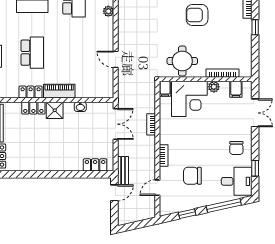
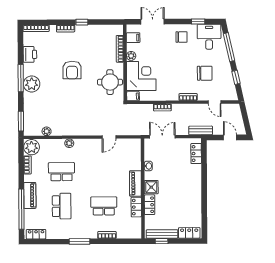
chair: (192, 176) -> (205, 73), turned -90
door: (114, 193) -> (230, 137), moved

